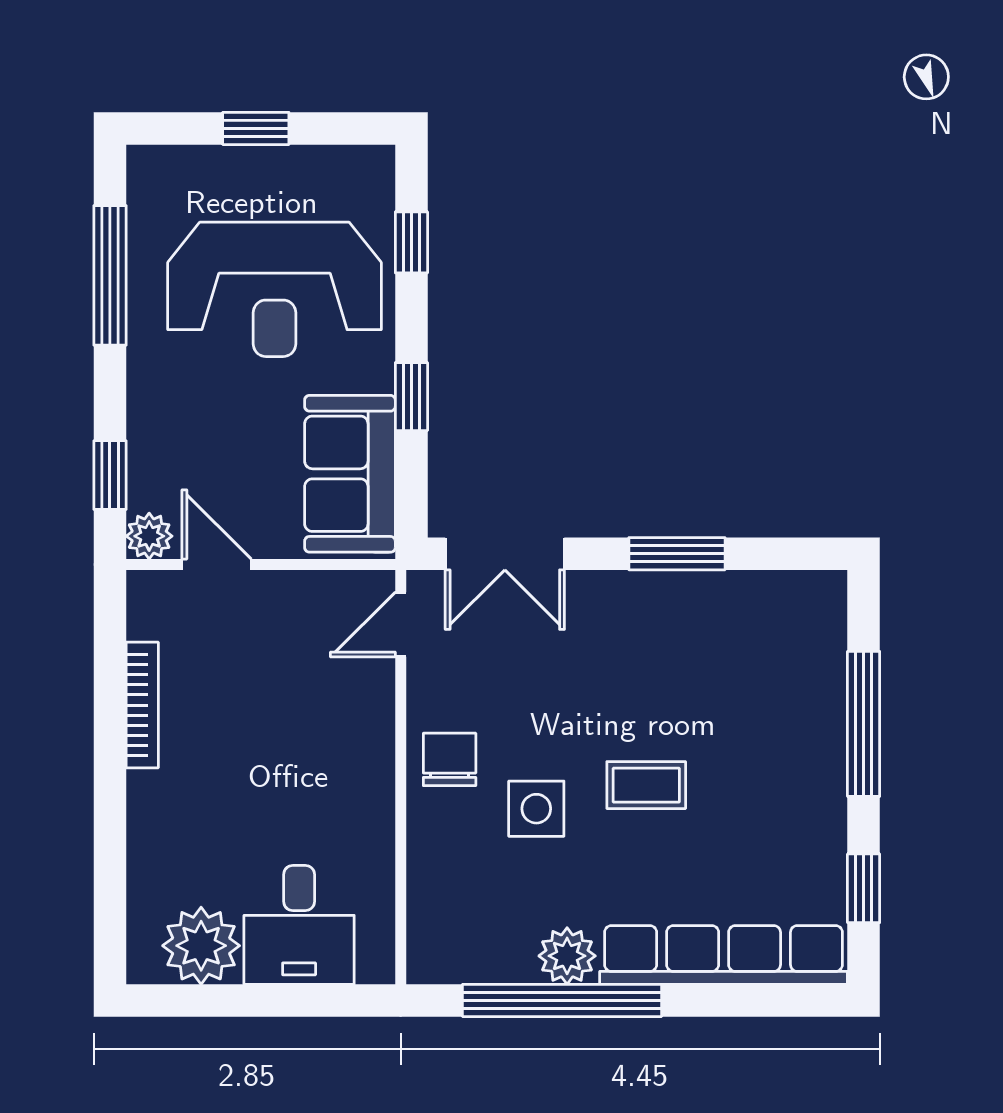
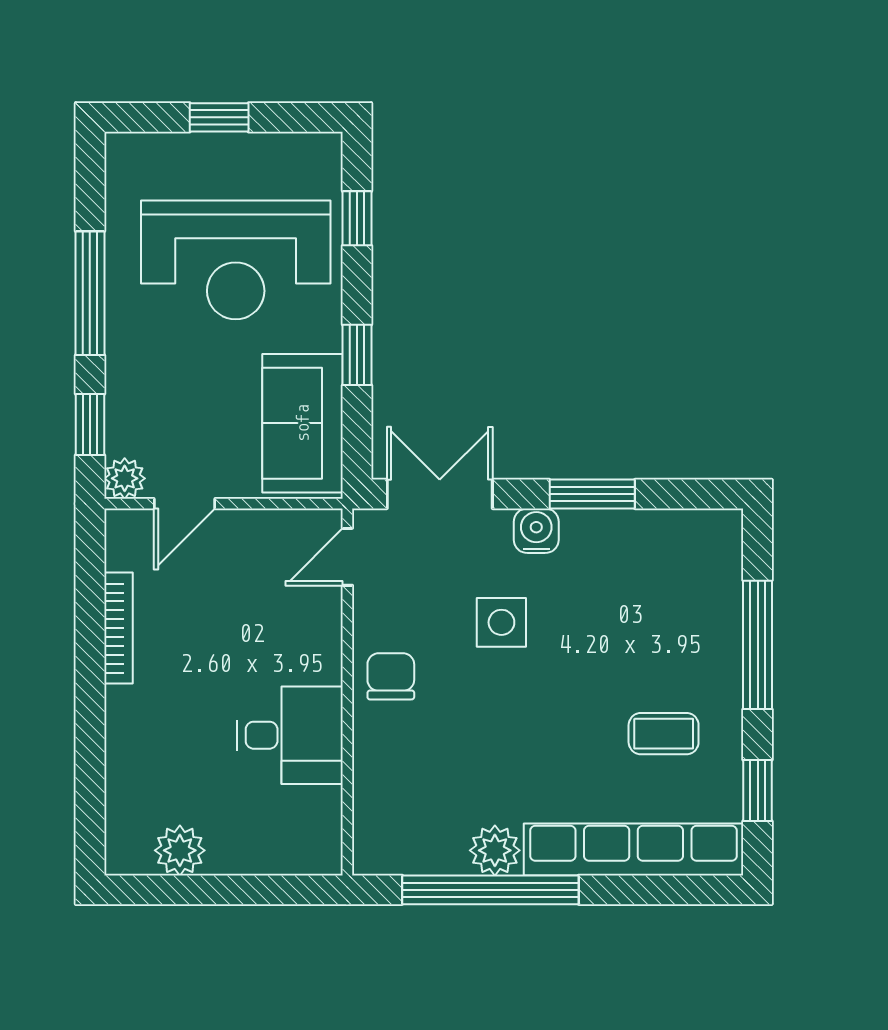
window: (110, 275) -> (90, 293), moved
double door: (505, 554) -> (440, 494), swing flipped
door: (217, 564) -> (184, 504), swing flipped
water cooler: (614, 595) -> (536, 531), added
coffee table: (646, 785) -> (664, 734), moved
side table: (536, 809) -> (501, 622), moved
desk: (299, 925) -> (290, 735), moved, turned -90
plant: (201, 946) -> (180, 850), width x0.73, depth x0.73

